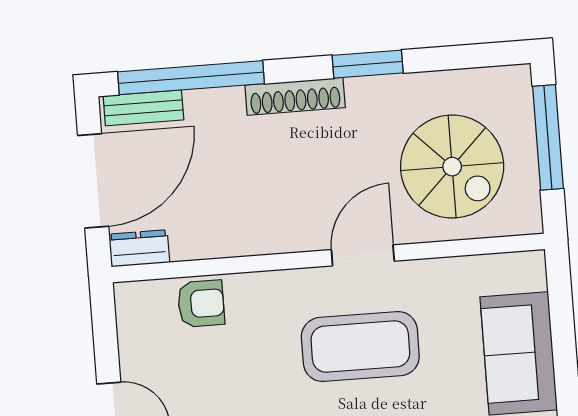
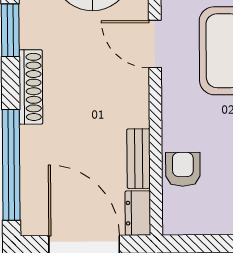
bench: (143, 108) -> (139, 159), moved

